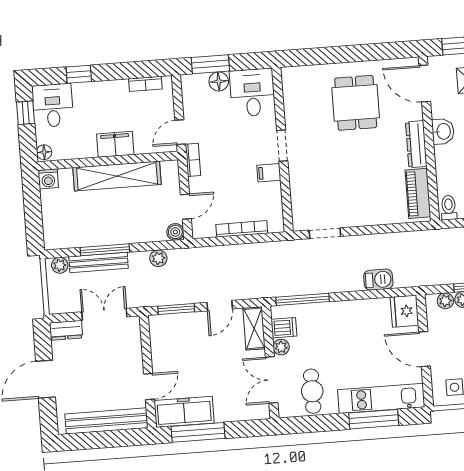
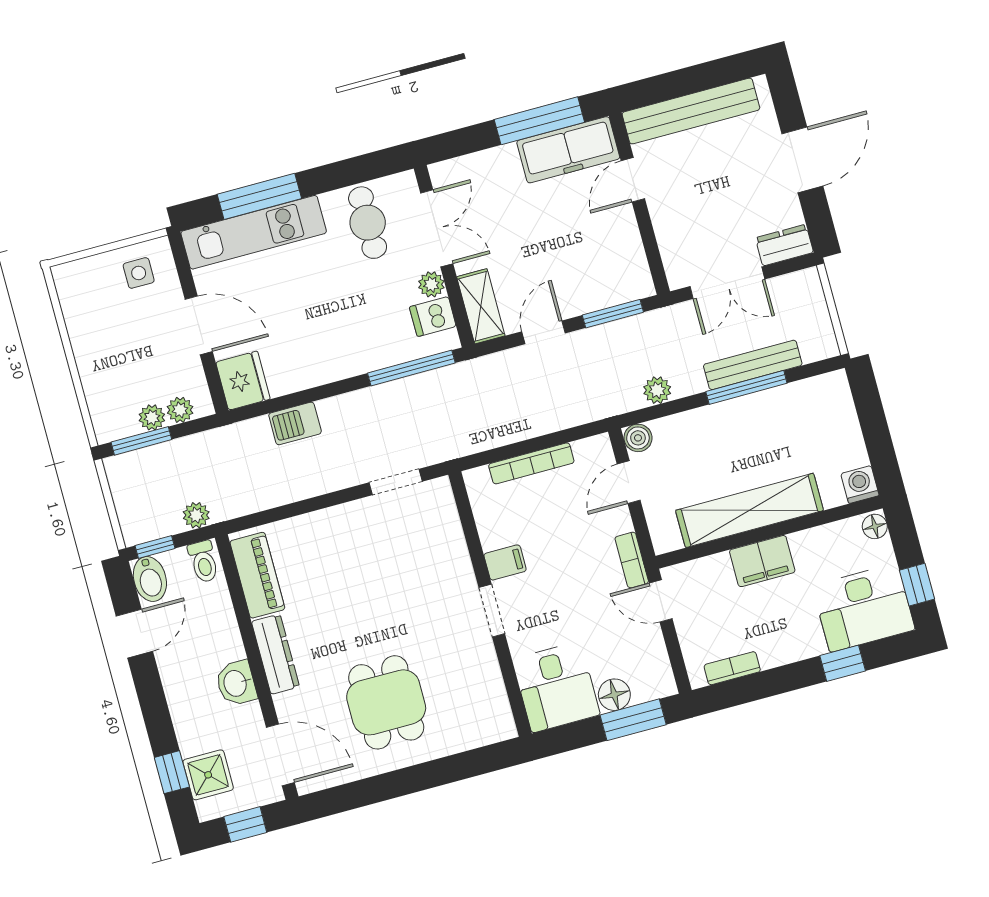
desk: (53, 105) -> (864, 608), width x1.37
door: (180, 132) -> (661, 601), swing flipped
plant: (60, 265) -> (196, 515), moved

